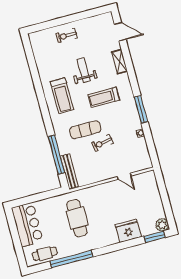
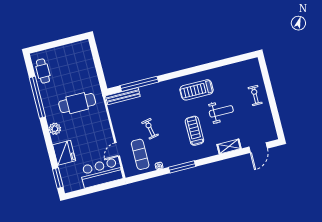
exercise mat: (85, 130) -> (140, 154), moved
bar counter: (27, 224) -> (101, 173), moved, turned 180
plant: (162, 225) -> (55, 129), moved

